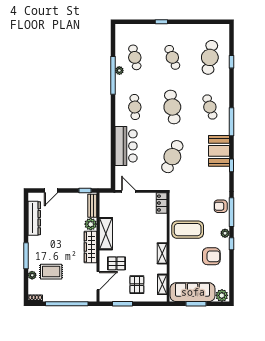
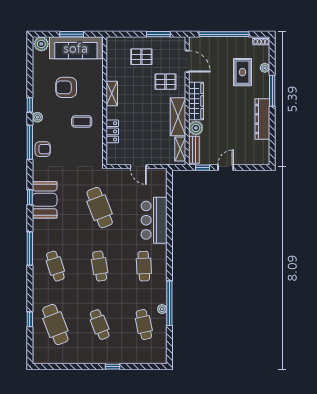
cafe table: (210, 57) -> (55, 325), turned -30
cafe table: (172, 107) -> (100, 266), width x0.73, depth x0.74
booth: (219, 151) -> (45, 200), moved
cafe table: (172, 157) -> (100, 208), turned -45
door: (51, 191) -> (226, 168), moved
door: (128, 191) -> (138, 167), moved
locker: (162, 203) -> (112, 131), moved
dresser: (34, 218) -> (262, 119), moved
coffee table: (188, 230) -> (82, 122), width x0.54, depth x0.58
armchair: (211, 256) -> (66, 87), moved
rug: (51, 272) -> (242, 72), turned 90
door: (98, 281) -> (187, 61), swing flipped
shelving: (162, 284) -> (180, 149), moved
pallet: (137, 285) -> (141, 57), turned 90

